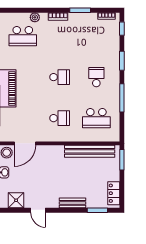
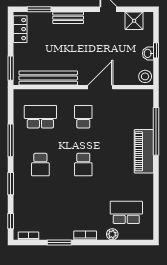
school desk: (60, 77) -> (83, 165), turned -90
school desk: (60, 118) -> (83, 117), turned 90
door: (25, 143) -> (100, 87), moved

